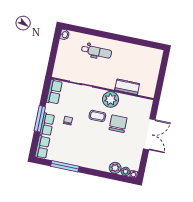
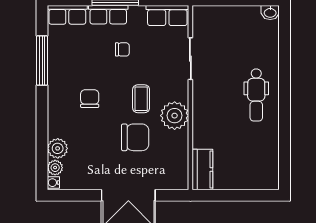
dental chair: (97, 51) -> (256, 95), moved
kitchen counter: (127, 87) -> (202, 169), moved
chair: (91, 144) -> (90, 99), added

